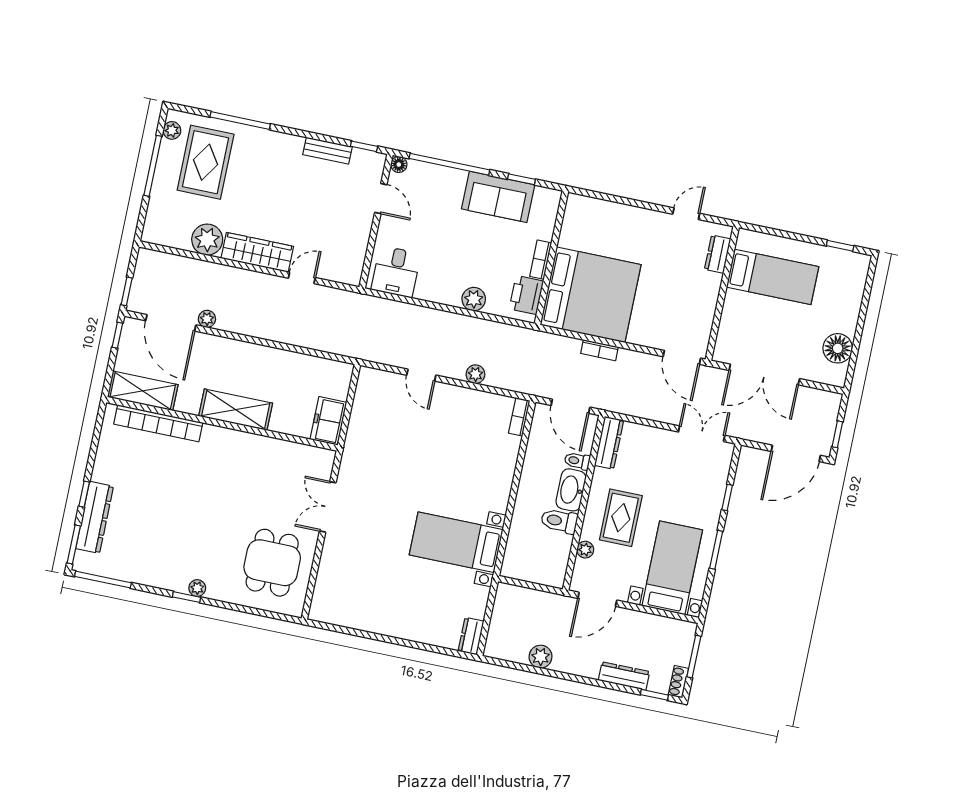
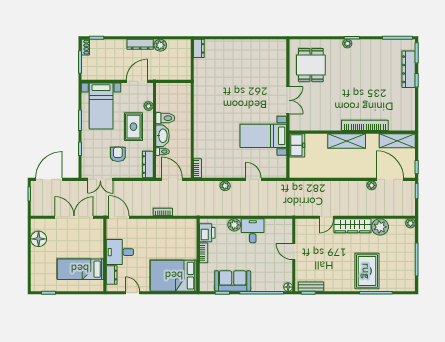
plant: (172, 130) -> (411, 223), moved
bench: (327, 151) -> (311, 287), moved
rug: (206, 162) -> (367, 271), moved
door: (381, 199) -> (294, 252), moved
door: (686, 214) -> (132, 293), swing flipped
desk: (396, 272) -> (253, 231), moved
desk: (694, 293) -> (120, 252), added
bed: (591, 295) -> (174, 276), moved, width x0.73
bookcase: (158, 423) -> (365, 125), moved
armchair: (660, 473) -> (118, 154), added
bed with nightstands: (456, 542) -> (263, 136), moved, turned 180
dresser: (624, 676) -> (140, 44), moved

